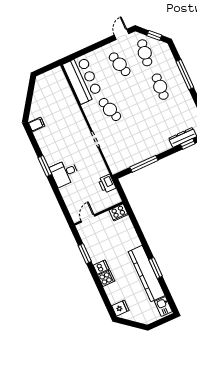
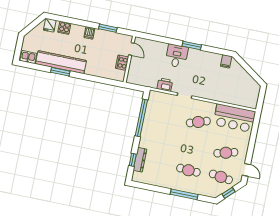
window: (144, 164) -> (141, 118), width x1.46
printer: (107, 184) -> (165, 85), moved
cooker: (119, 212) -> (122, 63), moved
cooker: (106, 278) -> (64, 28), moved

